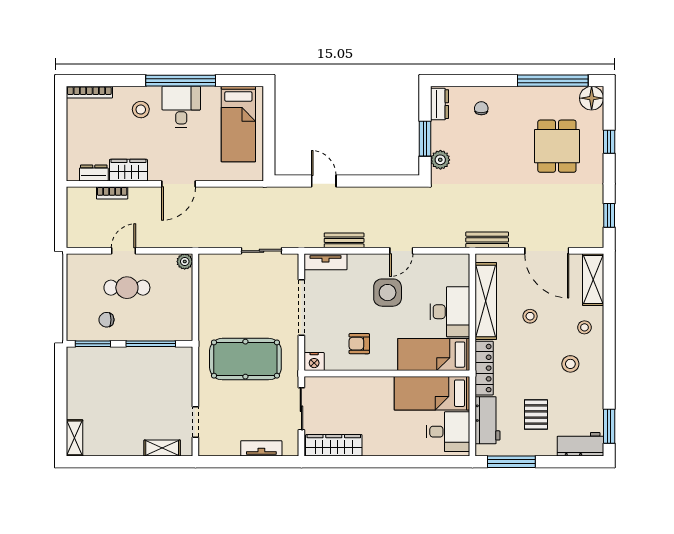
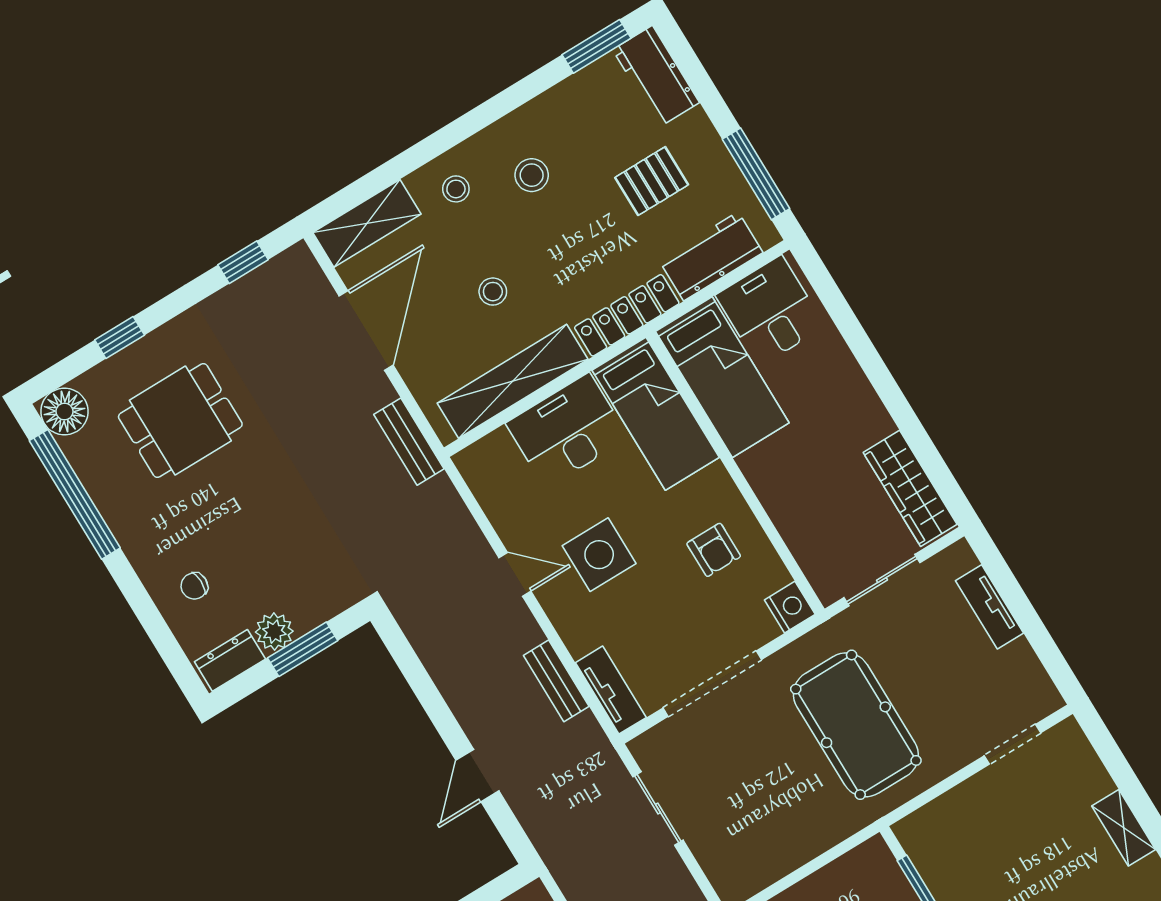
plant: (440, 160) -> (274, 632), moved
shelving: (162, 448) -> (1124, 828), moved

